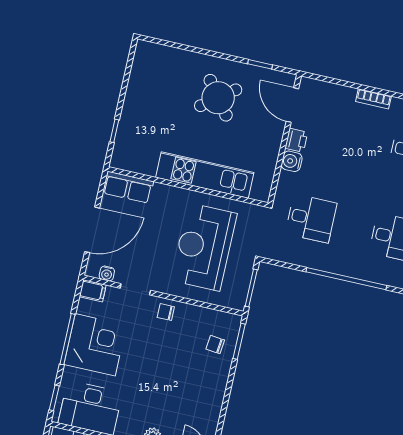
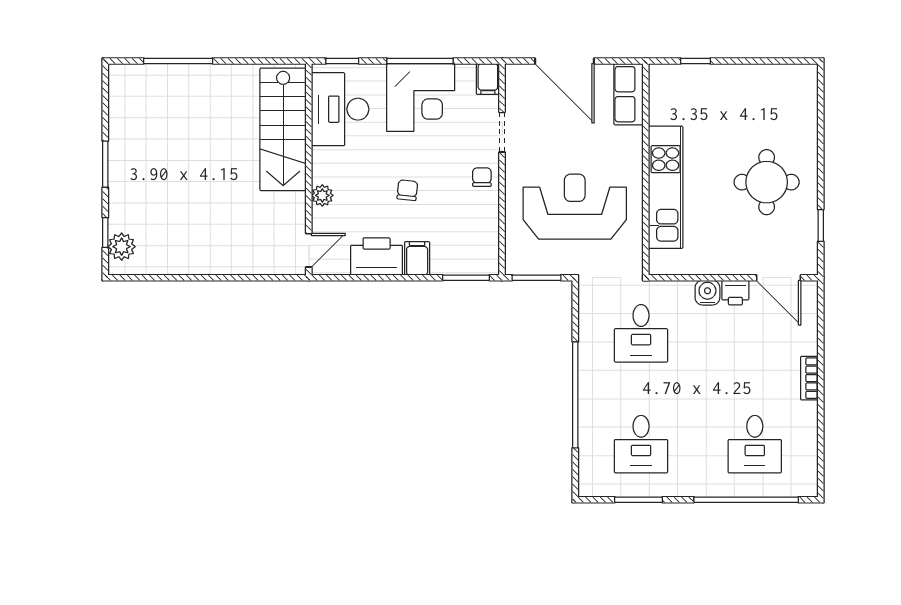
round table: (218, 98) -> (767, 182), turned 37
door: (292, 105) -> (778, 278), swing flipped
water cooler: (107, 274) -> (514, 92), removed
chair: (215, 345) -> (407, 190), moved
filing cabinet: (216, 375) -> (417, 258), added
printer: (208, 405) -> (377, 256), added

